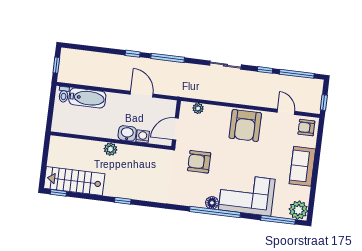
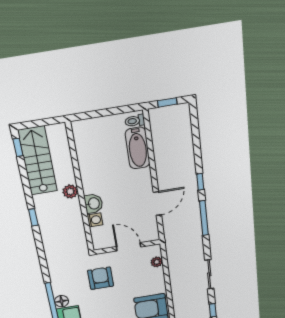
washbasin: (127, 133) -> (93, 204), moved
washing machine: (143, 136) -> (95, 220), moved
wall: (111, 141) -> (80, 189), moved
plant: (111, 149) -> (70, 191), moved

